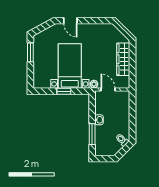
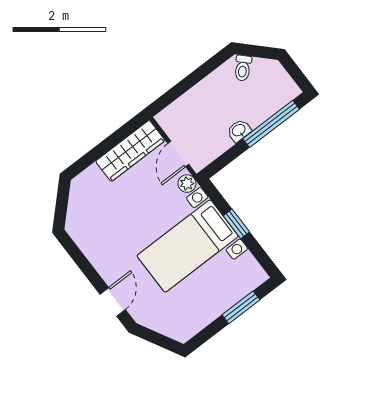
window: (30, 52) -> (241, 307), moved
wardrobe: (123, 59) -> (130, 151), moved
window: (92, 134) -> (271, 124), width x1.44

